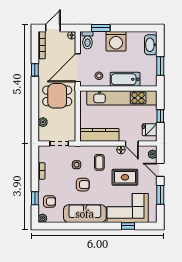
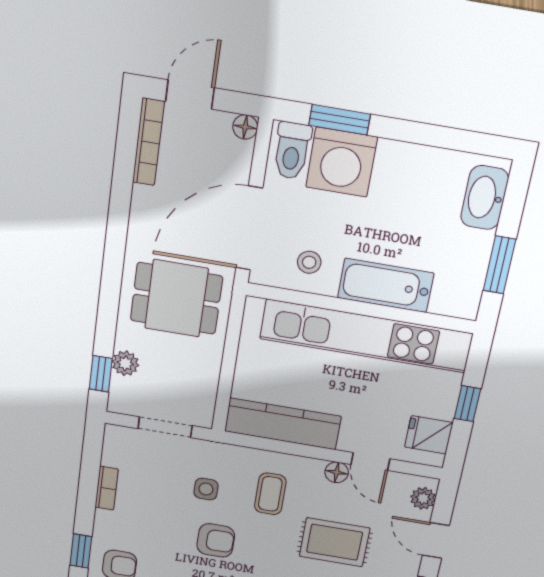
washing machine: (116, 41) -> (342, 162), moved
window: (35, 70) -> (101, 374), moved

